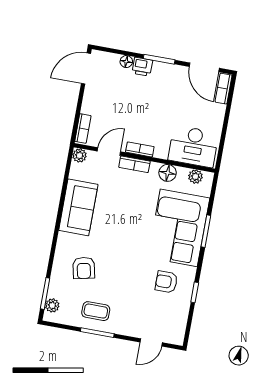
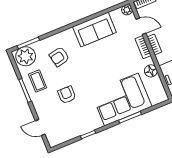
plant: (195, 177) -> (160, 89), removed
armchair: (166, 282) -> (67, 95), moved
plant: (52, 305) -> (26, 56), width x1.88, depth x1.88

